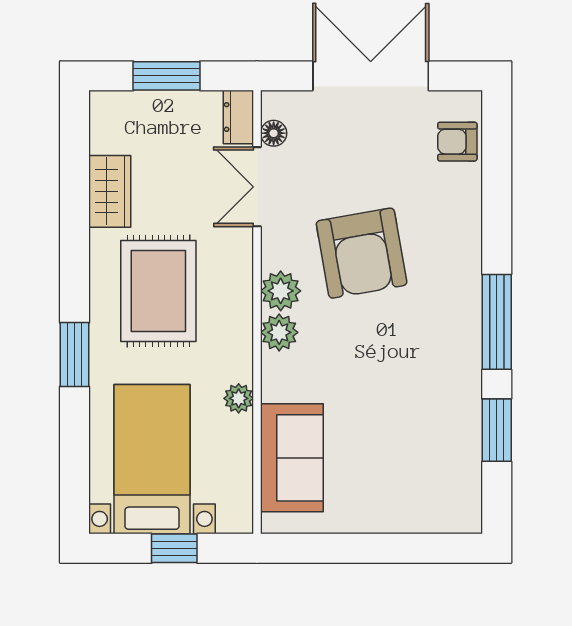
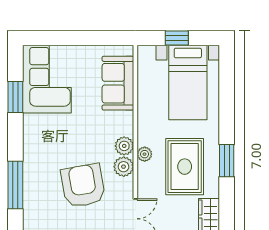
window: (497, 322) -> (15, 185), moved
window: (75, 355) -> (227, 161), moved
plant: (239, 398) -> (145, 154), moved
corner sofa: (434, 466) -> (47, 79), added

